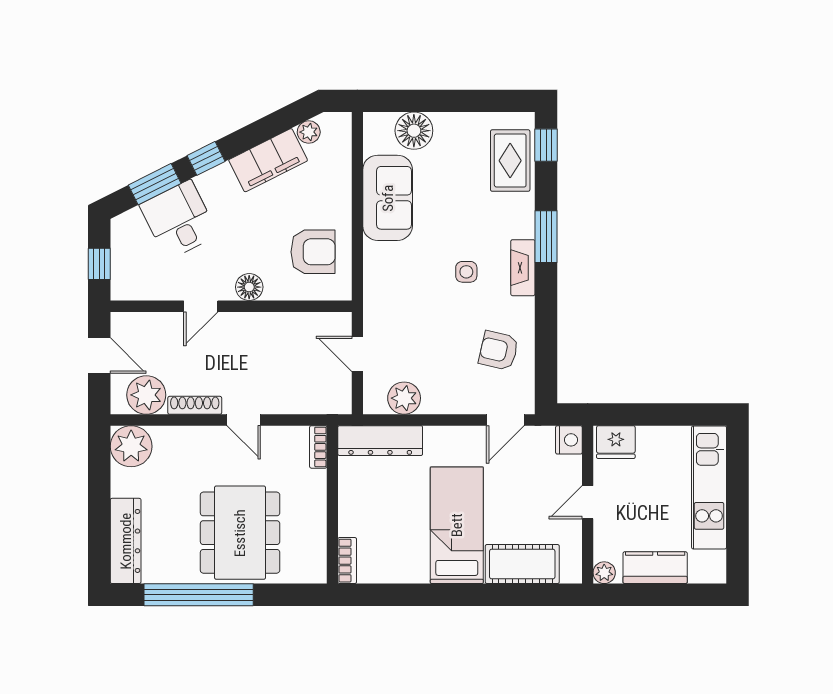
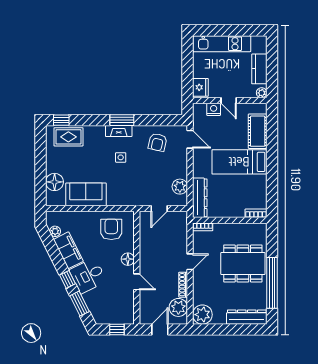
desk: (179, 220) -> (88, 276), moved
window: (546, 237) -> (122, 120), moved
nightstand: (569, 440) -> (214, 109), moved

